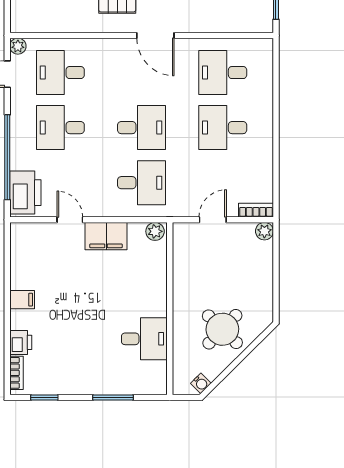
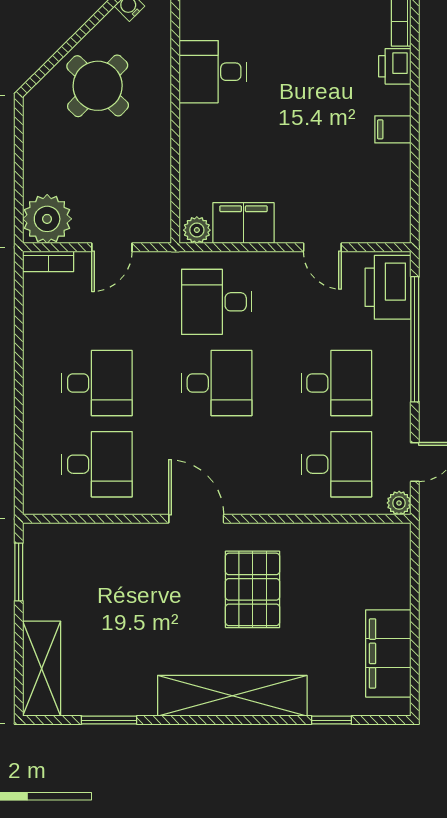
desk: (142, 128) -> (217, 383), turned 180
plant: (264, 231) -> (47, 219), width x1.88, depth x1.88
filing cabinet: (106, 236) -> (243, 223), moved

